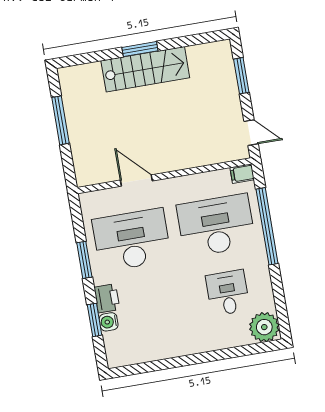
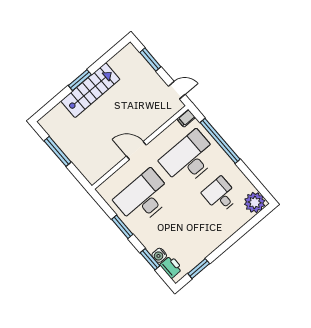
door: (136, 181) -> (136, 151), moved
printer: (107, 298) -> (171, 267), moved
window: (147, 367) -> (199, 269), added

